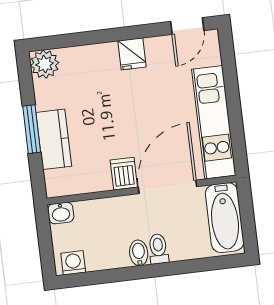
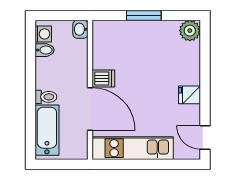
kitchen counter: (54, 139) -> (134, 31), removed
bathtub: (225, 218) -> (47, 130), moved, turned 90
bidet: (139, 253) -> (45, 50), moved

